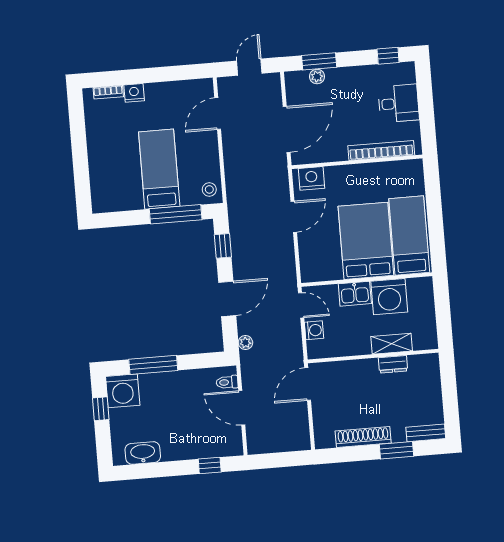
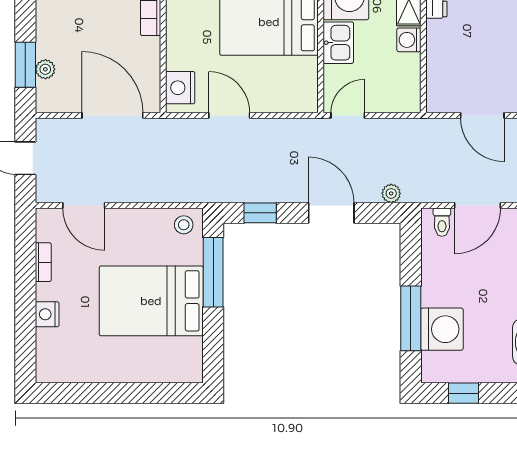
bookcase: (108, 92) -> (43, 262), moved
bed: (159, 169) -> (151, 301), width x1.50
washing machine: (314, 330) -> (409, 40), moved, turned -90
door: (308, 384) -> (482, 115), moved
washing machine: (123, 391) -> (442, 329), moved

